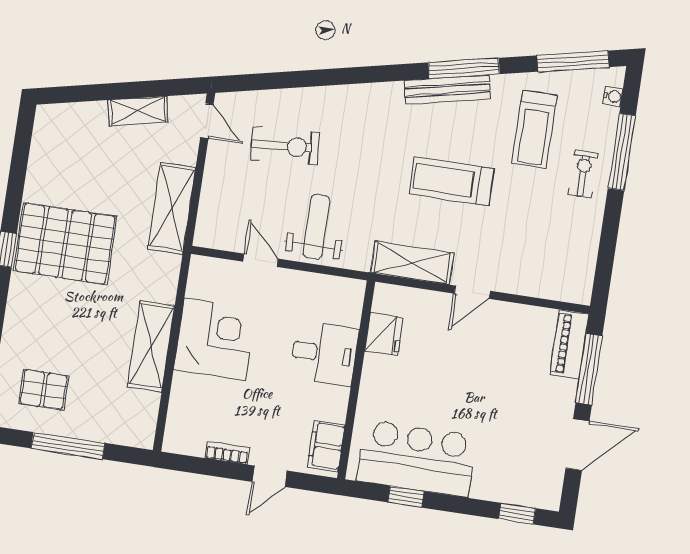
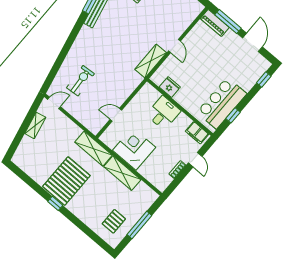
treadmill: (452, 181) -> (130, 29), removed
shelving: (172, 208) -> (93, 149), moved
weight bench: (316, 227) -> (116, 87), removed

